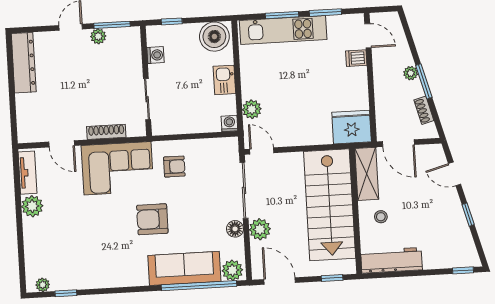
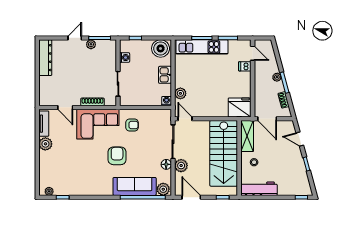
armchair: (152, 219) -> (117, 156), turned 90

